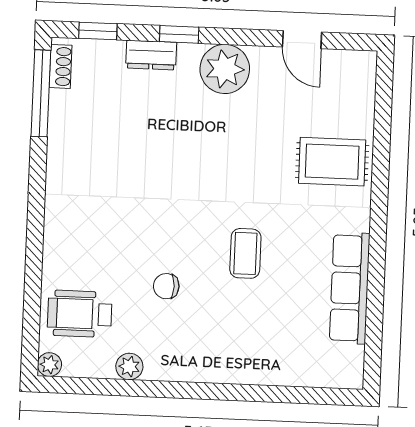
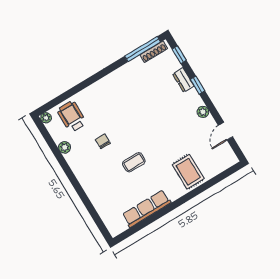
shoe rack: (60, 66) -> (154, 52), width x1.43
plant: (225, 69) -> (203, 112), width x0.53, depth x0.53

